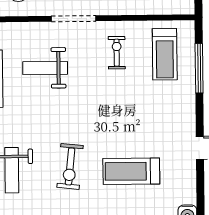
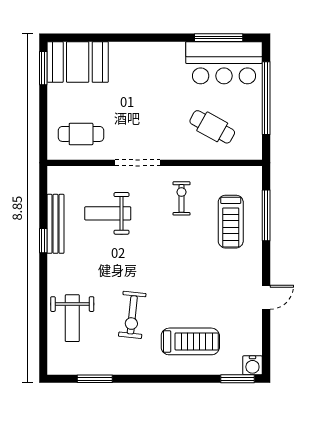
treadmill: (165, 54) -> (231, 222), moved
treadmill: (131, 171) -> (190, 341), moved, turned 180

